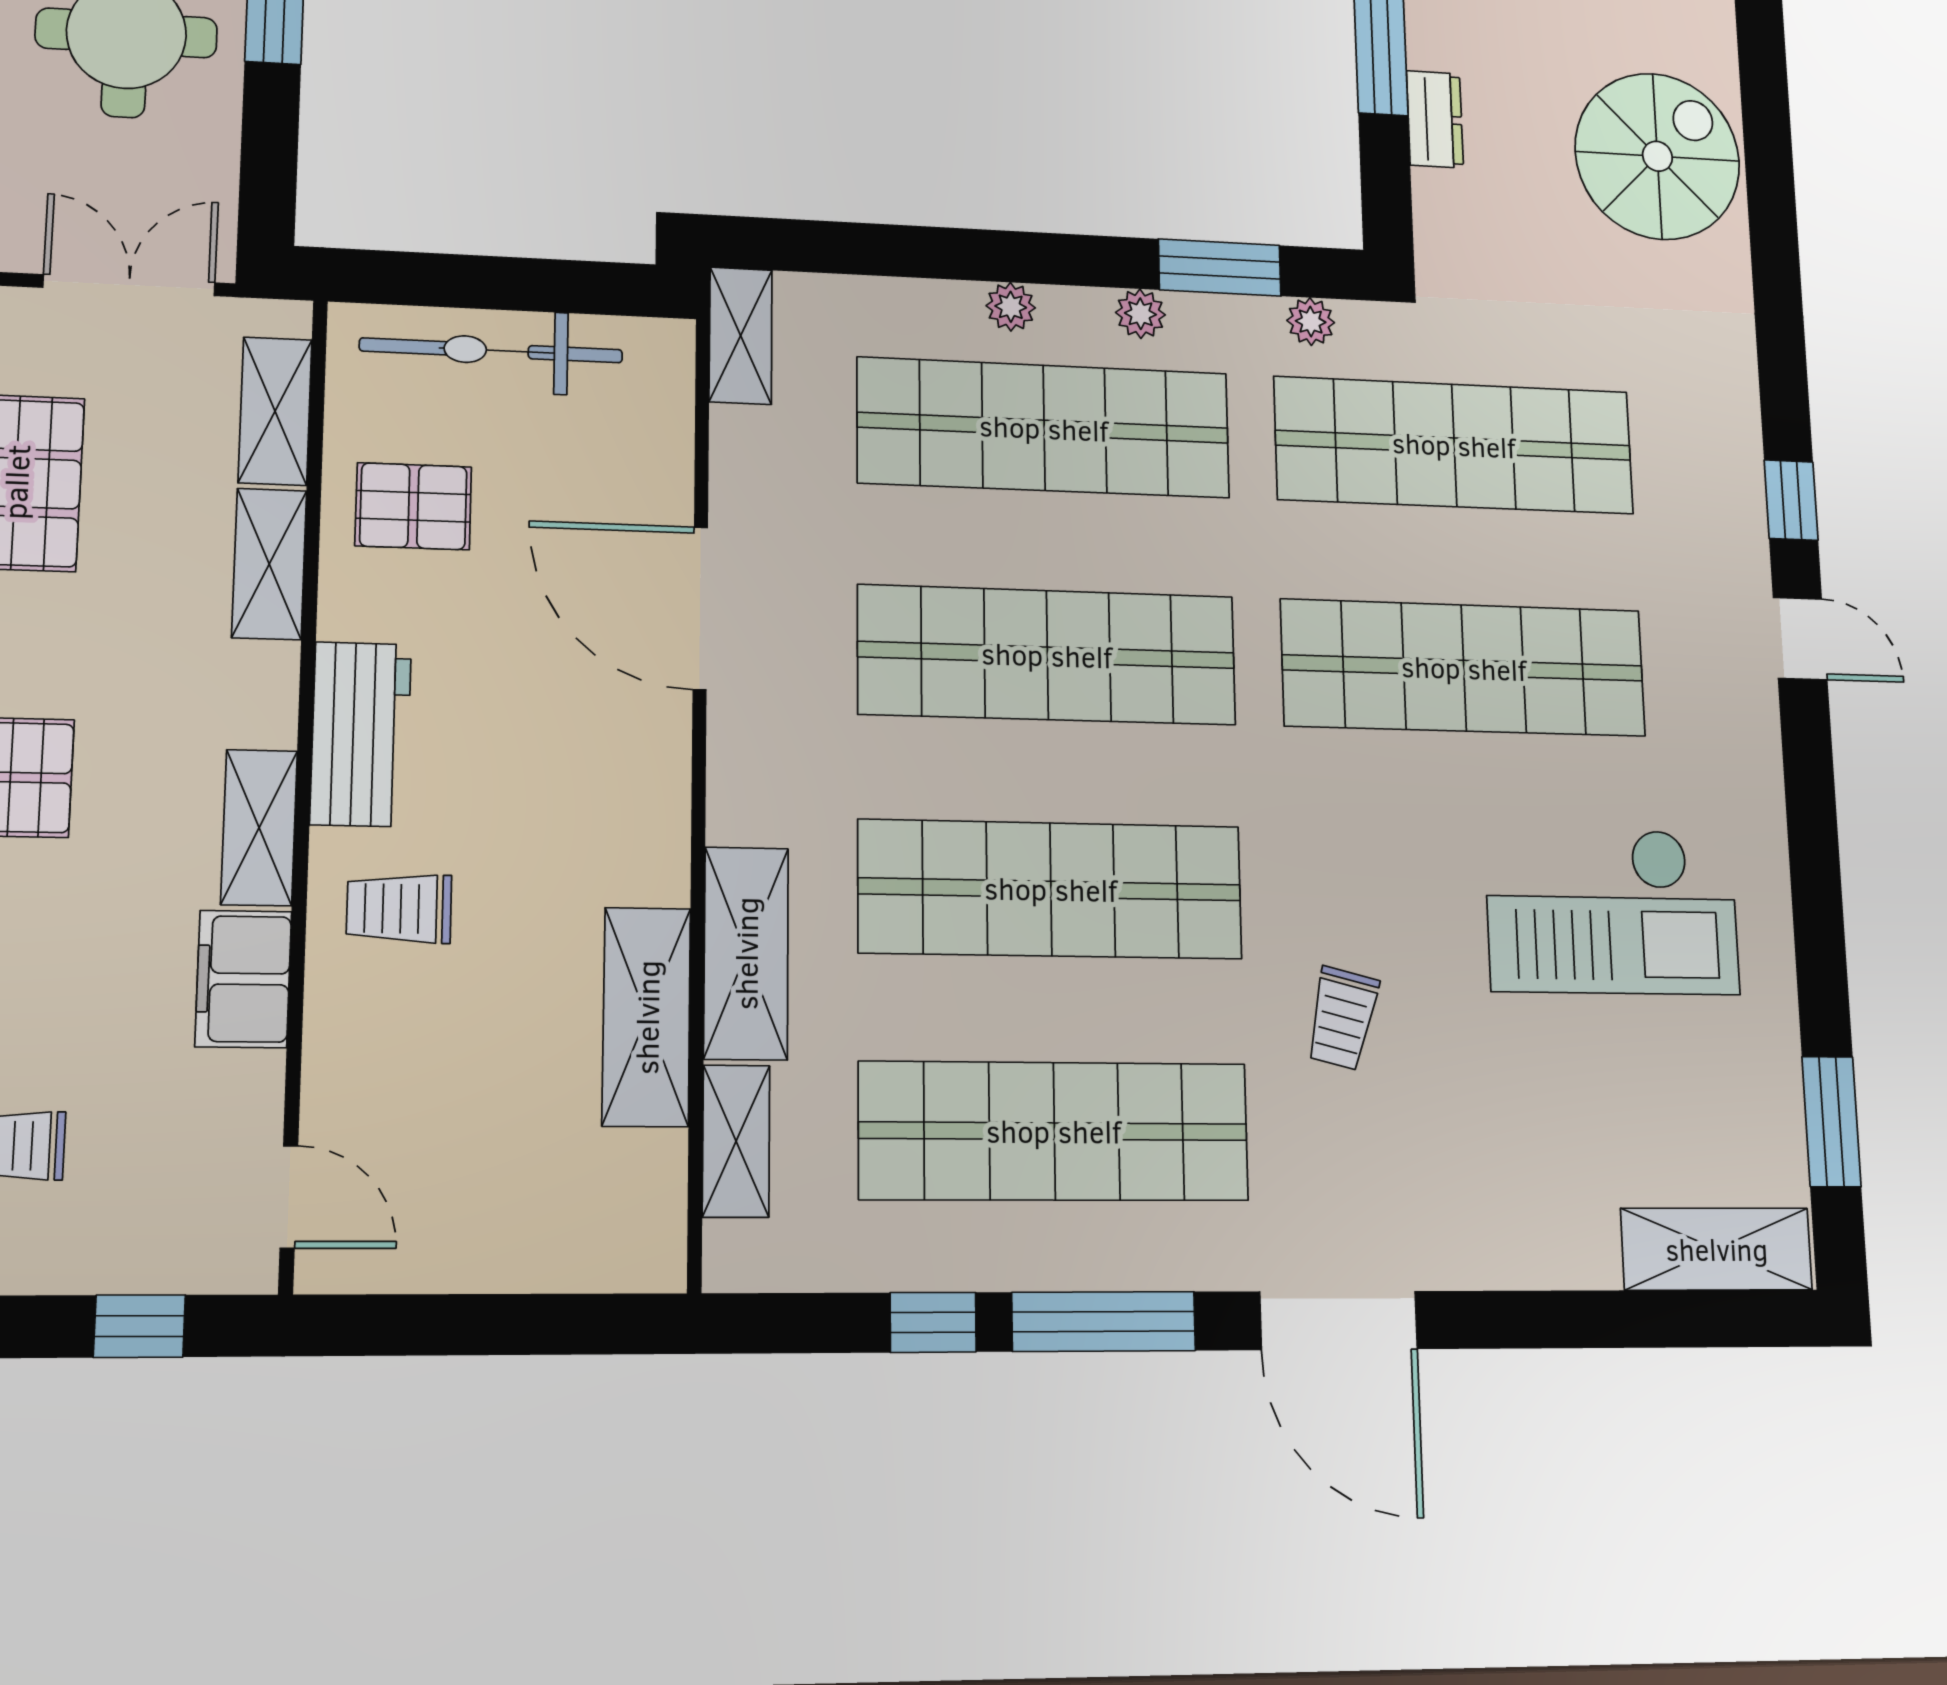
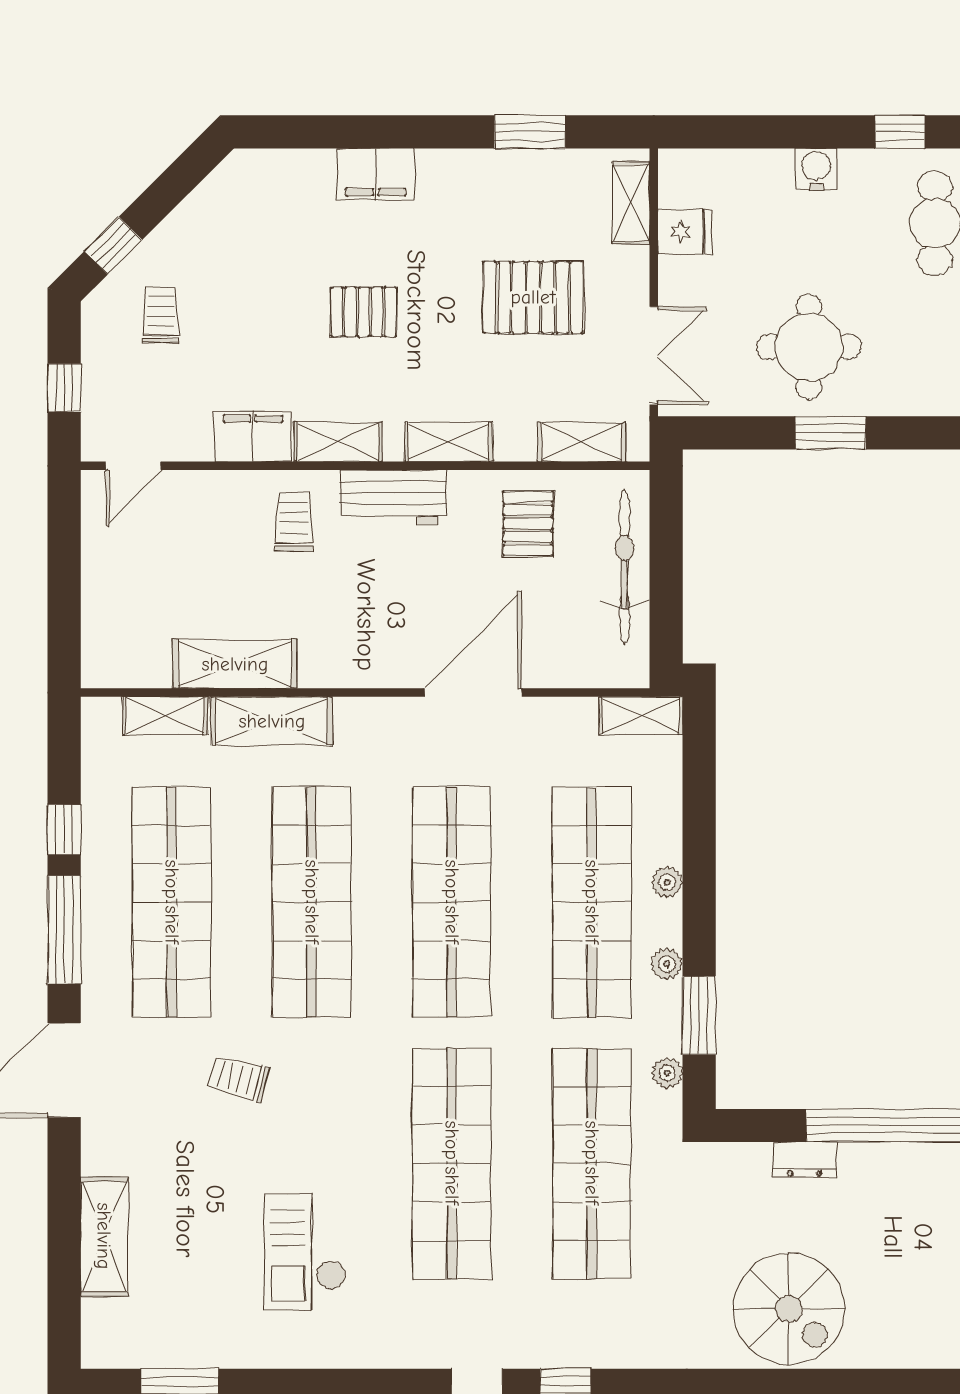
shelving: (269, 564) -> (449, 442), moved
checkout: (1612, 911) -> (305, 1251), width x0.73, depth x0.83
shelving: (1717, 1249) -> (104, 1236), moved

